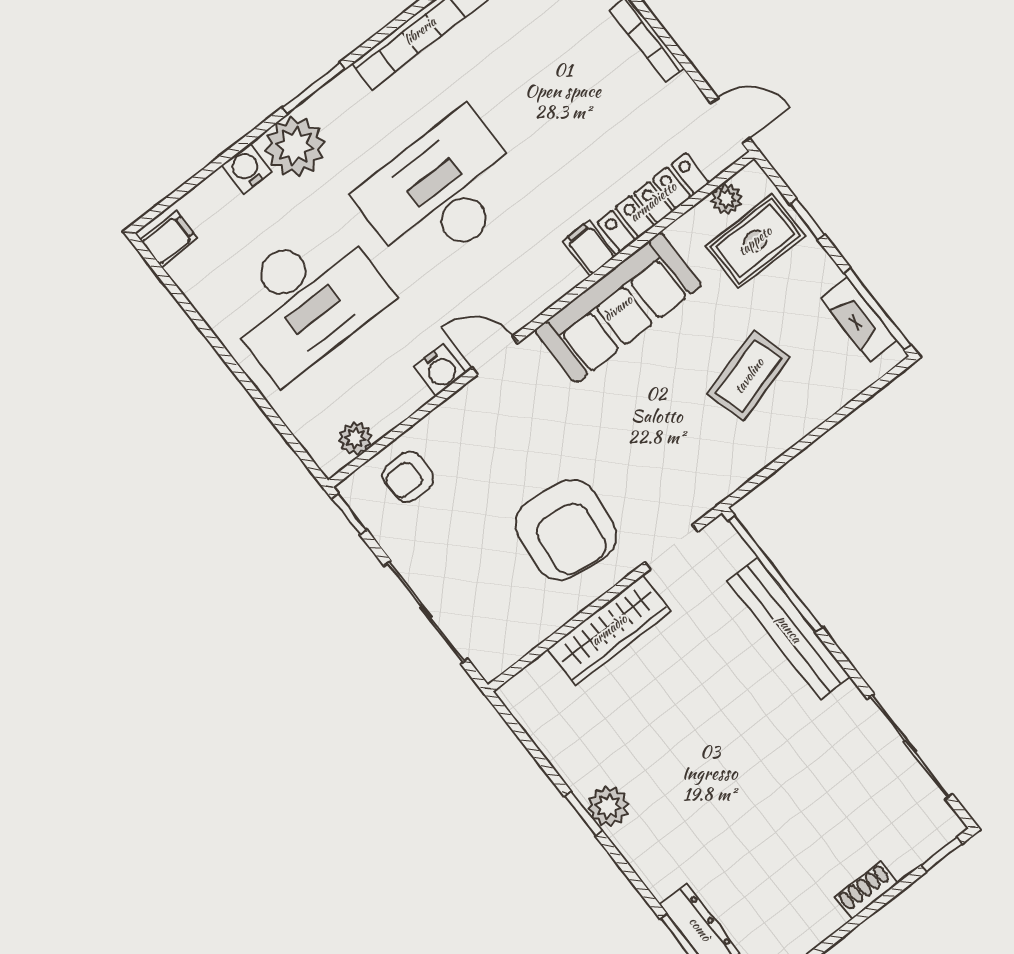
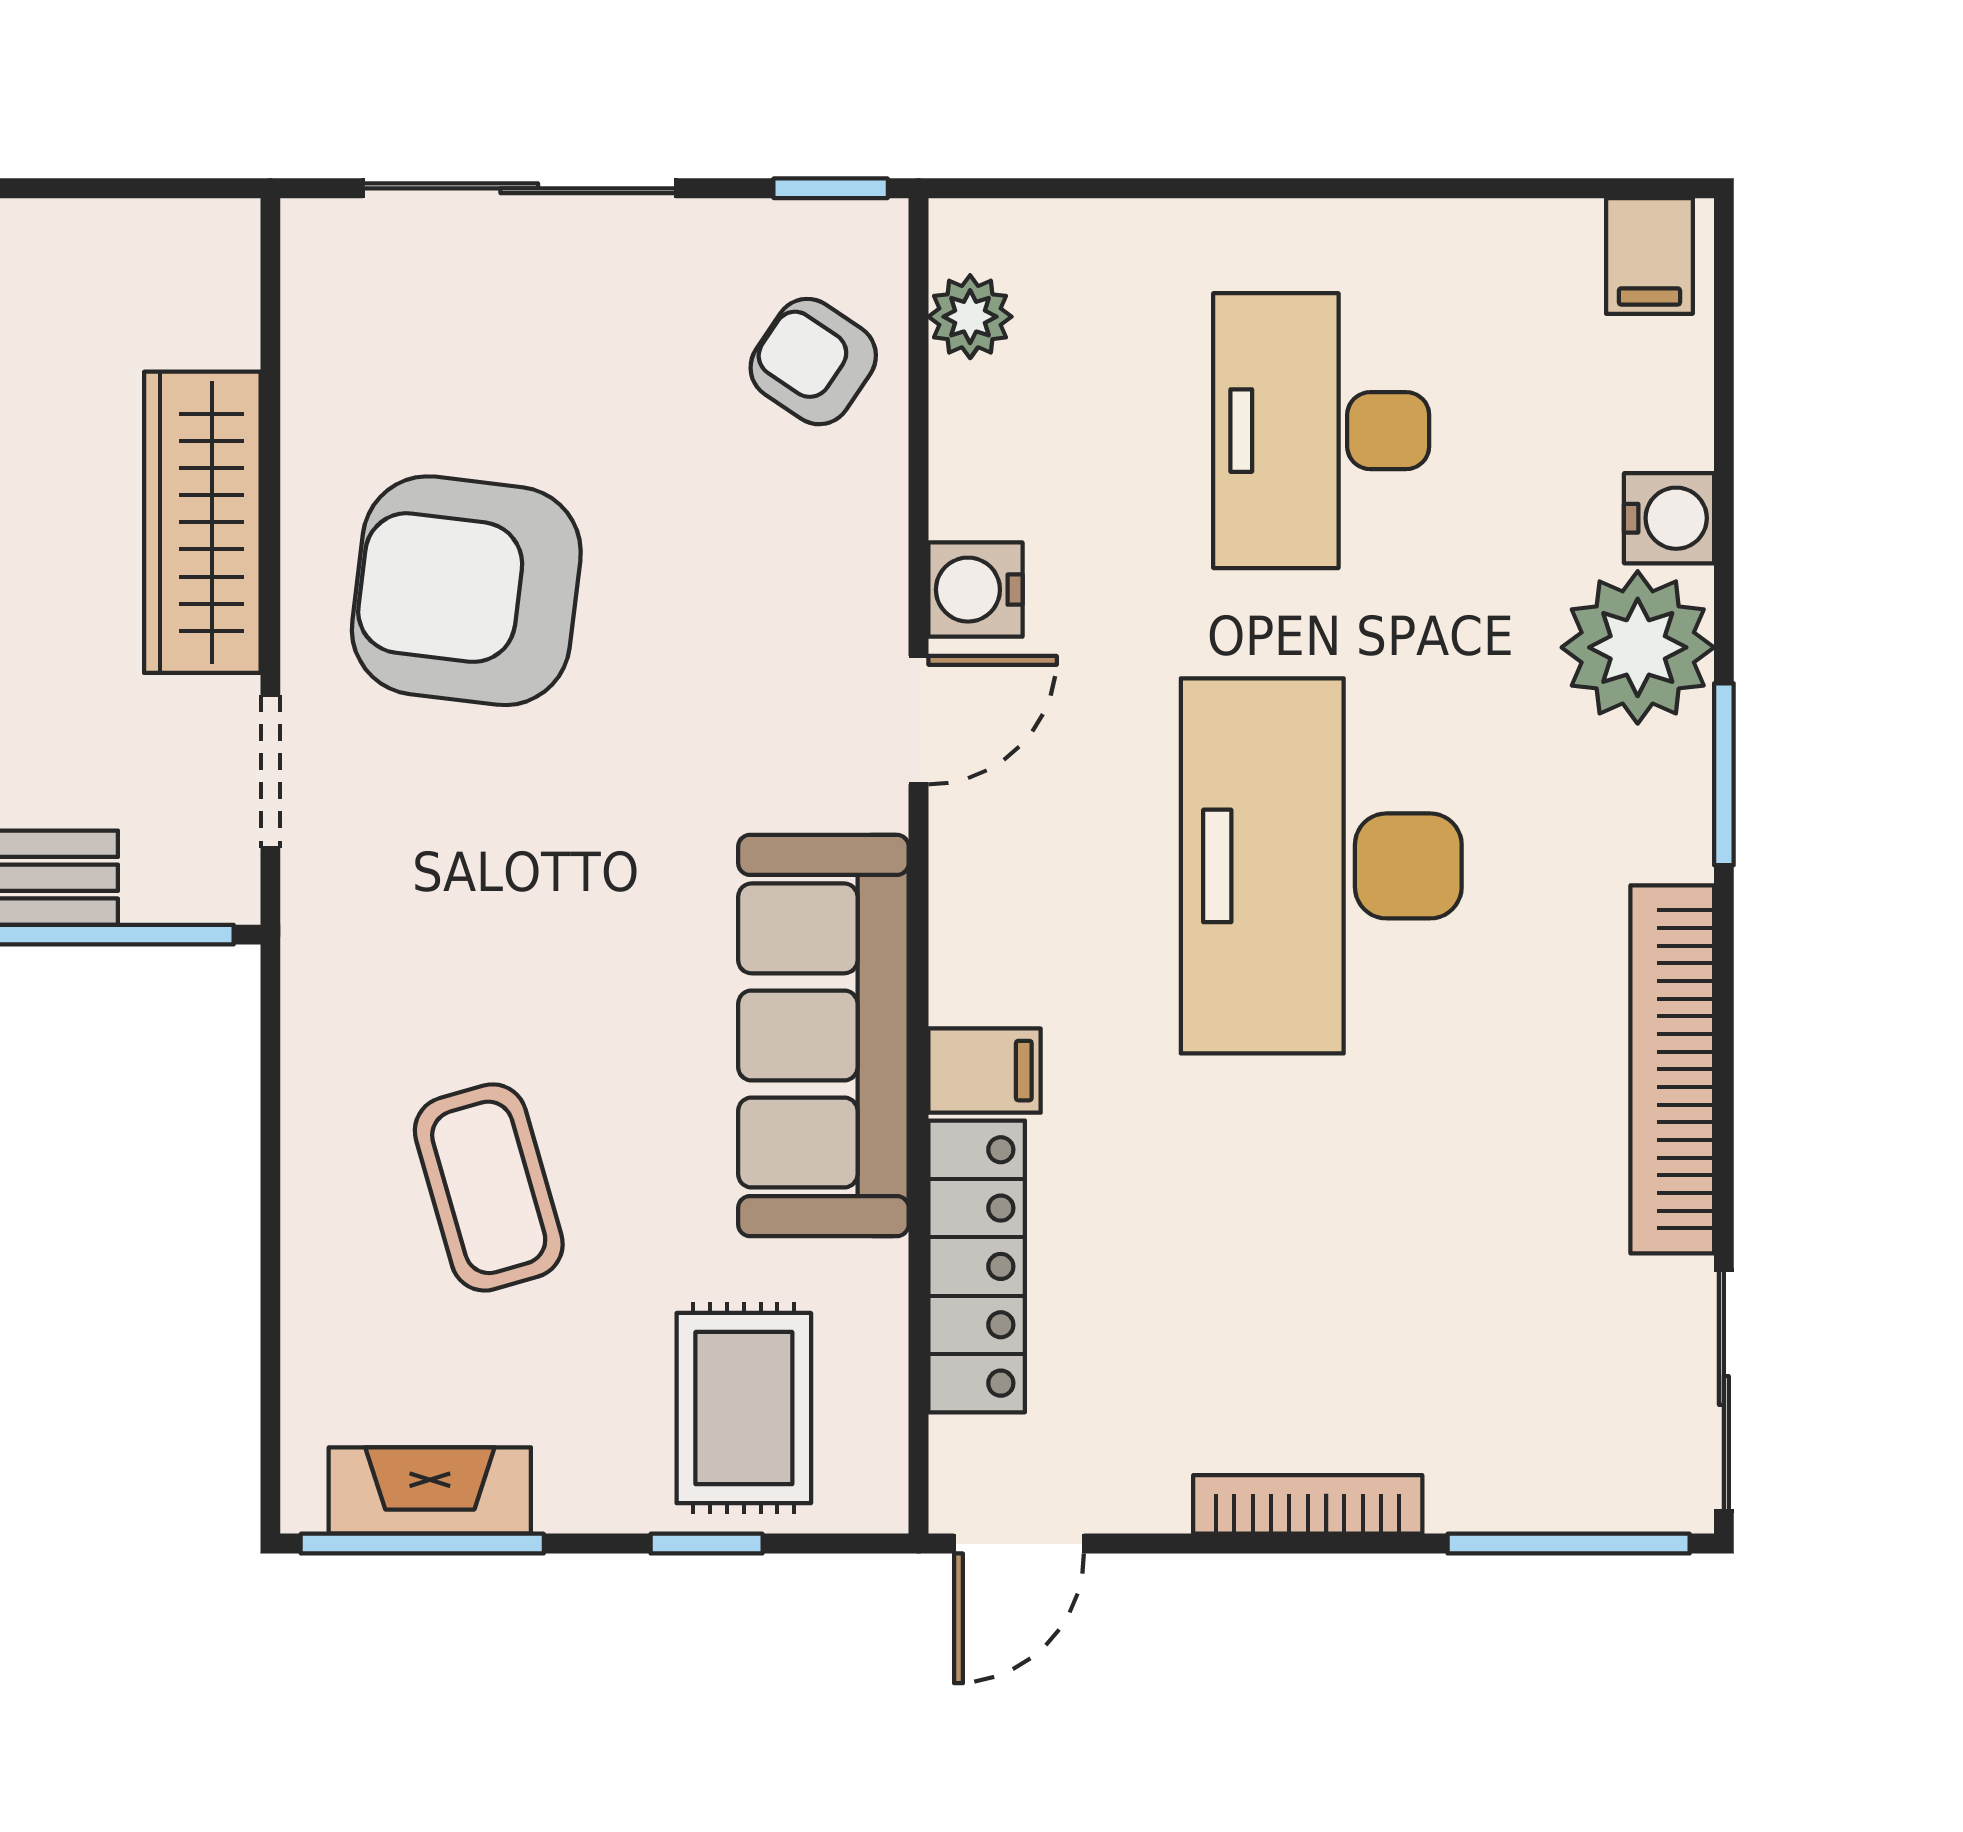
desk: (442, 192) -> (1321, 866), turned 180
plant: (726, 199) -> (871, 1416), removed
desk: (305, 300) -> (1321, 431), width x0.73, depth x0.77
armchair: (408, 477) -> (813, 362), turned -56

